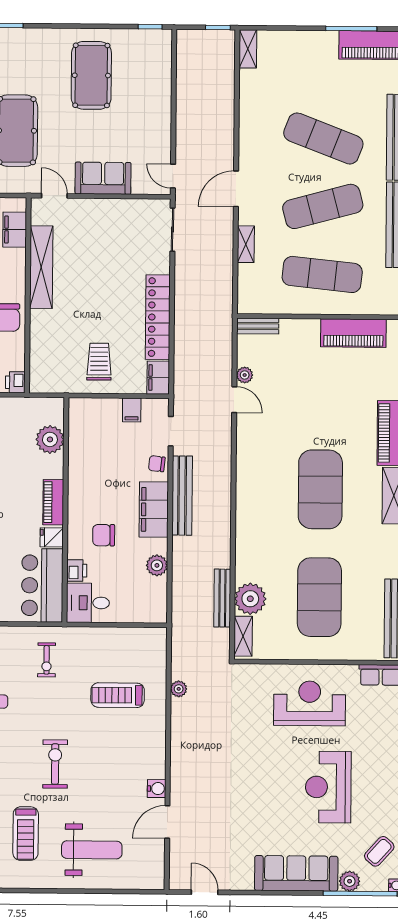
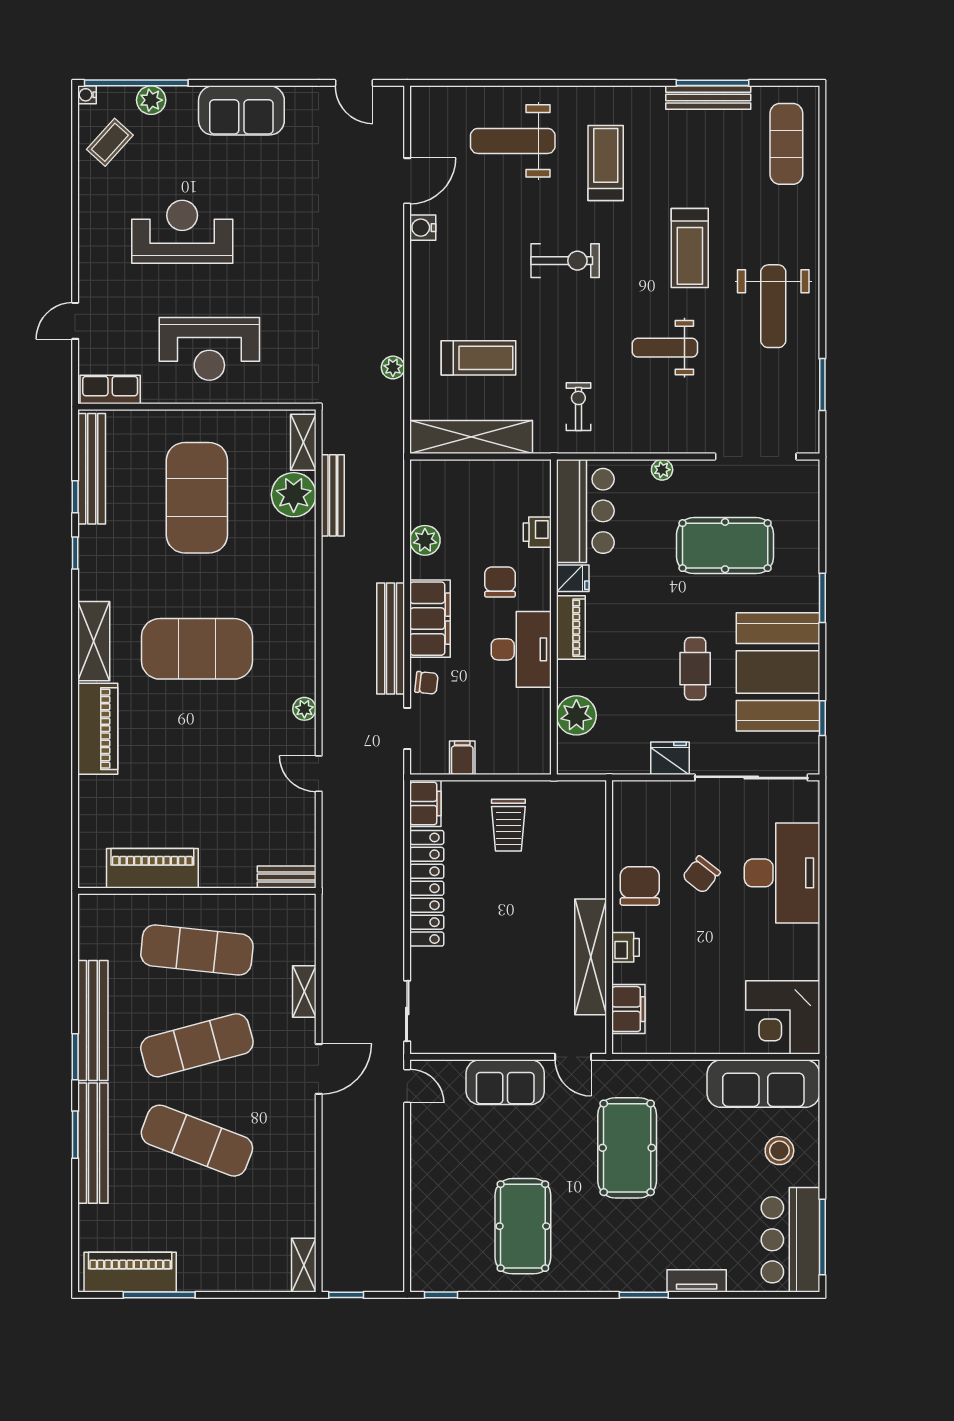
plant: (245, 375) -> (304, 709), moved
printer: (15, 382) -> (626, 947), moved
exercise mat: (320, 489) -> (197, 649), turned 90
chair: (104, 535) -> (500, 582), turned -90
desk: (88, 603) -> (521, 649), moved, width x1.37
shelving: (123, 639) -> (471, 437), added
exercise bike: (55, 764) -> (565, 261), turned -90
reception desk: (328, 787) -> (182, 232), turned -90
sofa: (296, 873) -> (241, 110), width x0.73

